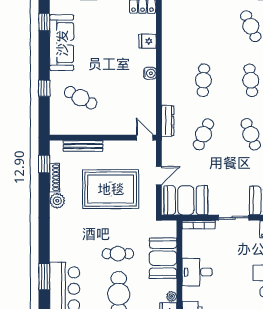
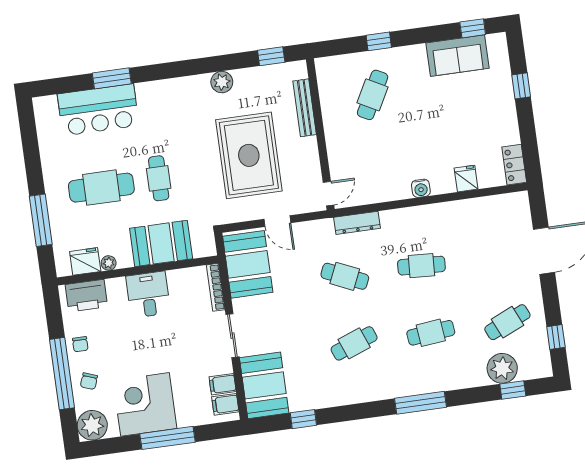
sofa: (62, 43) -> (458, 56), width x0.73
shoe rack: (55, 178) -> (254, 74), removed

